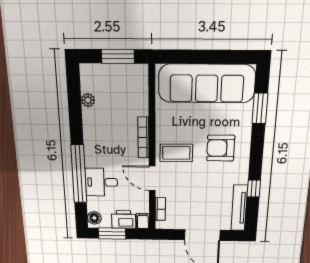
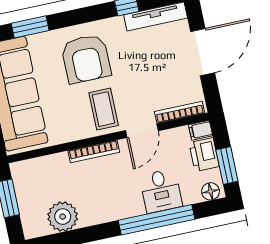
plant: (88, 100) -> (63, 217), width x1.87, depth x1.87
armchair: (221, 148) -> (86, 59), width x1.36, depth x1.36
bookcase: (160, 209) -> (180, 112), width x1.56

